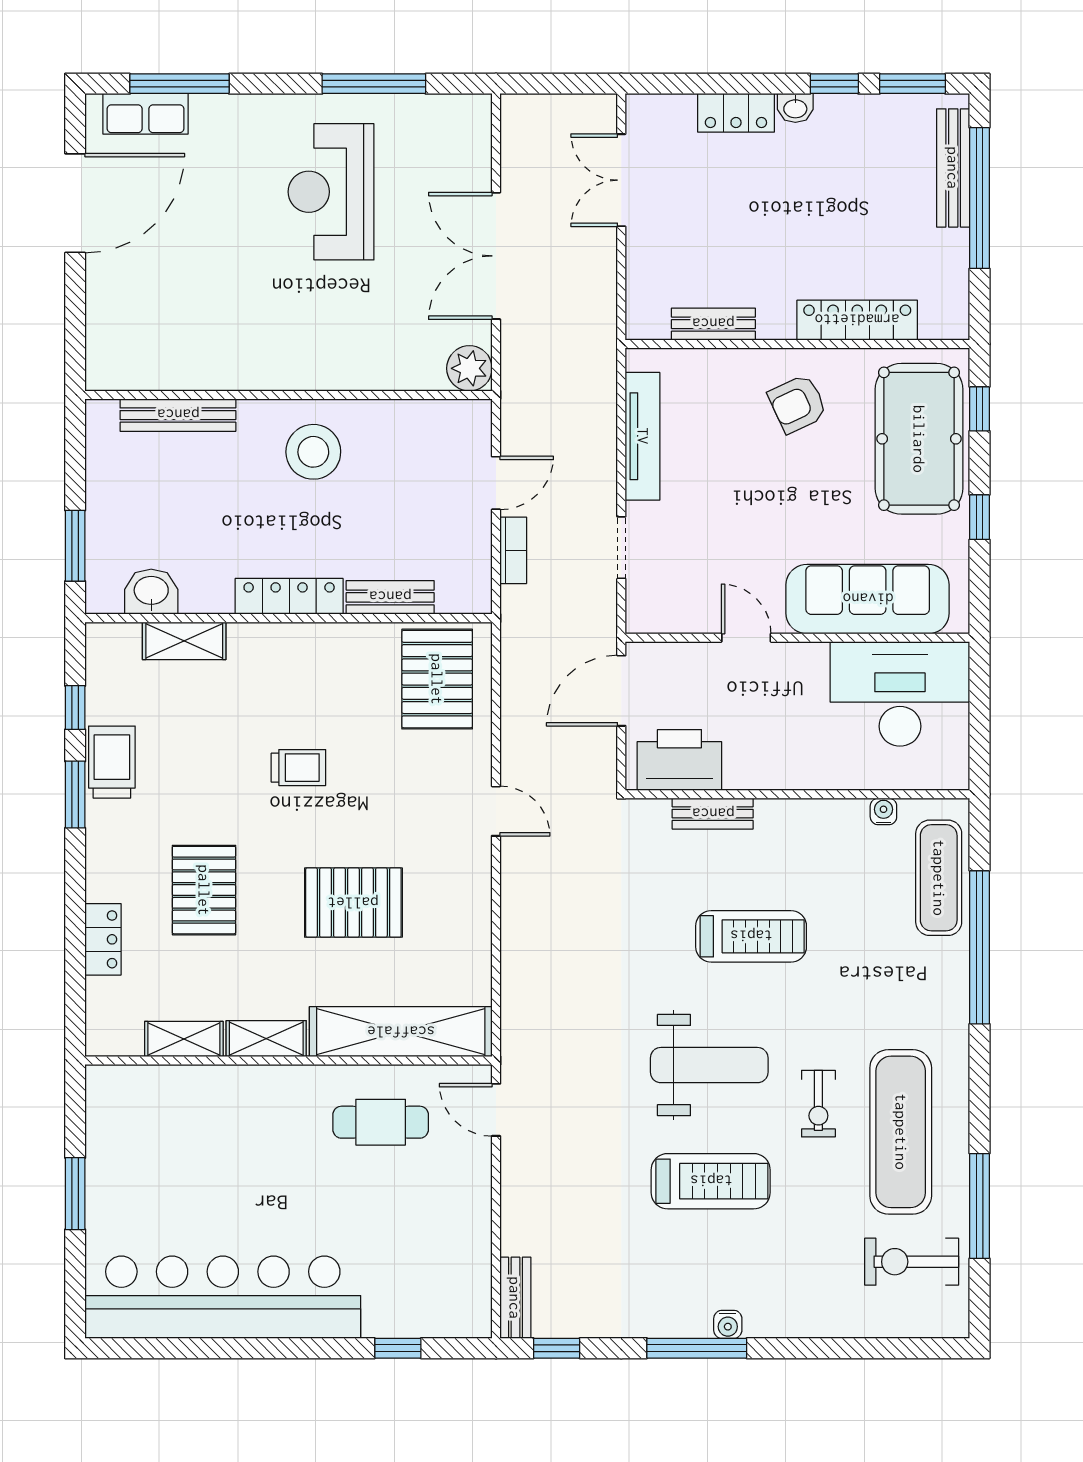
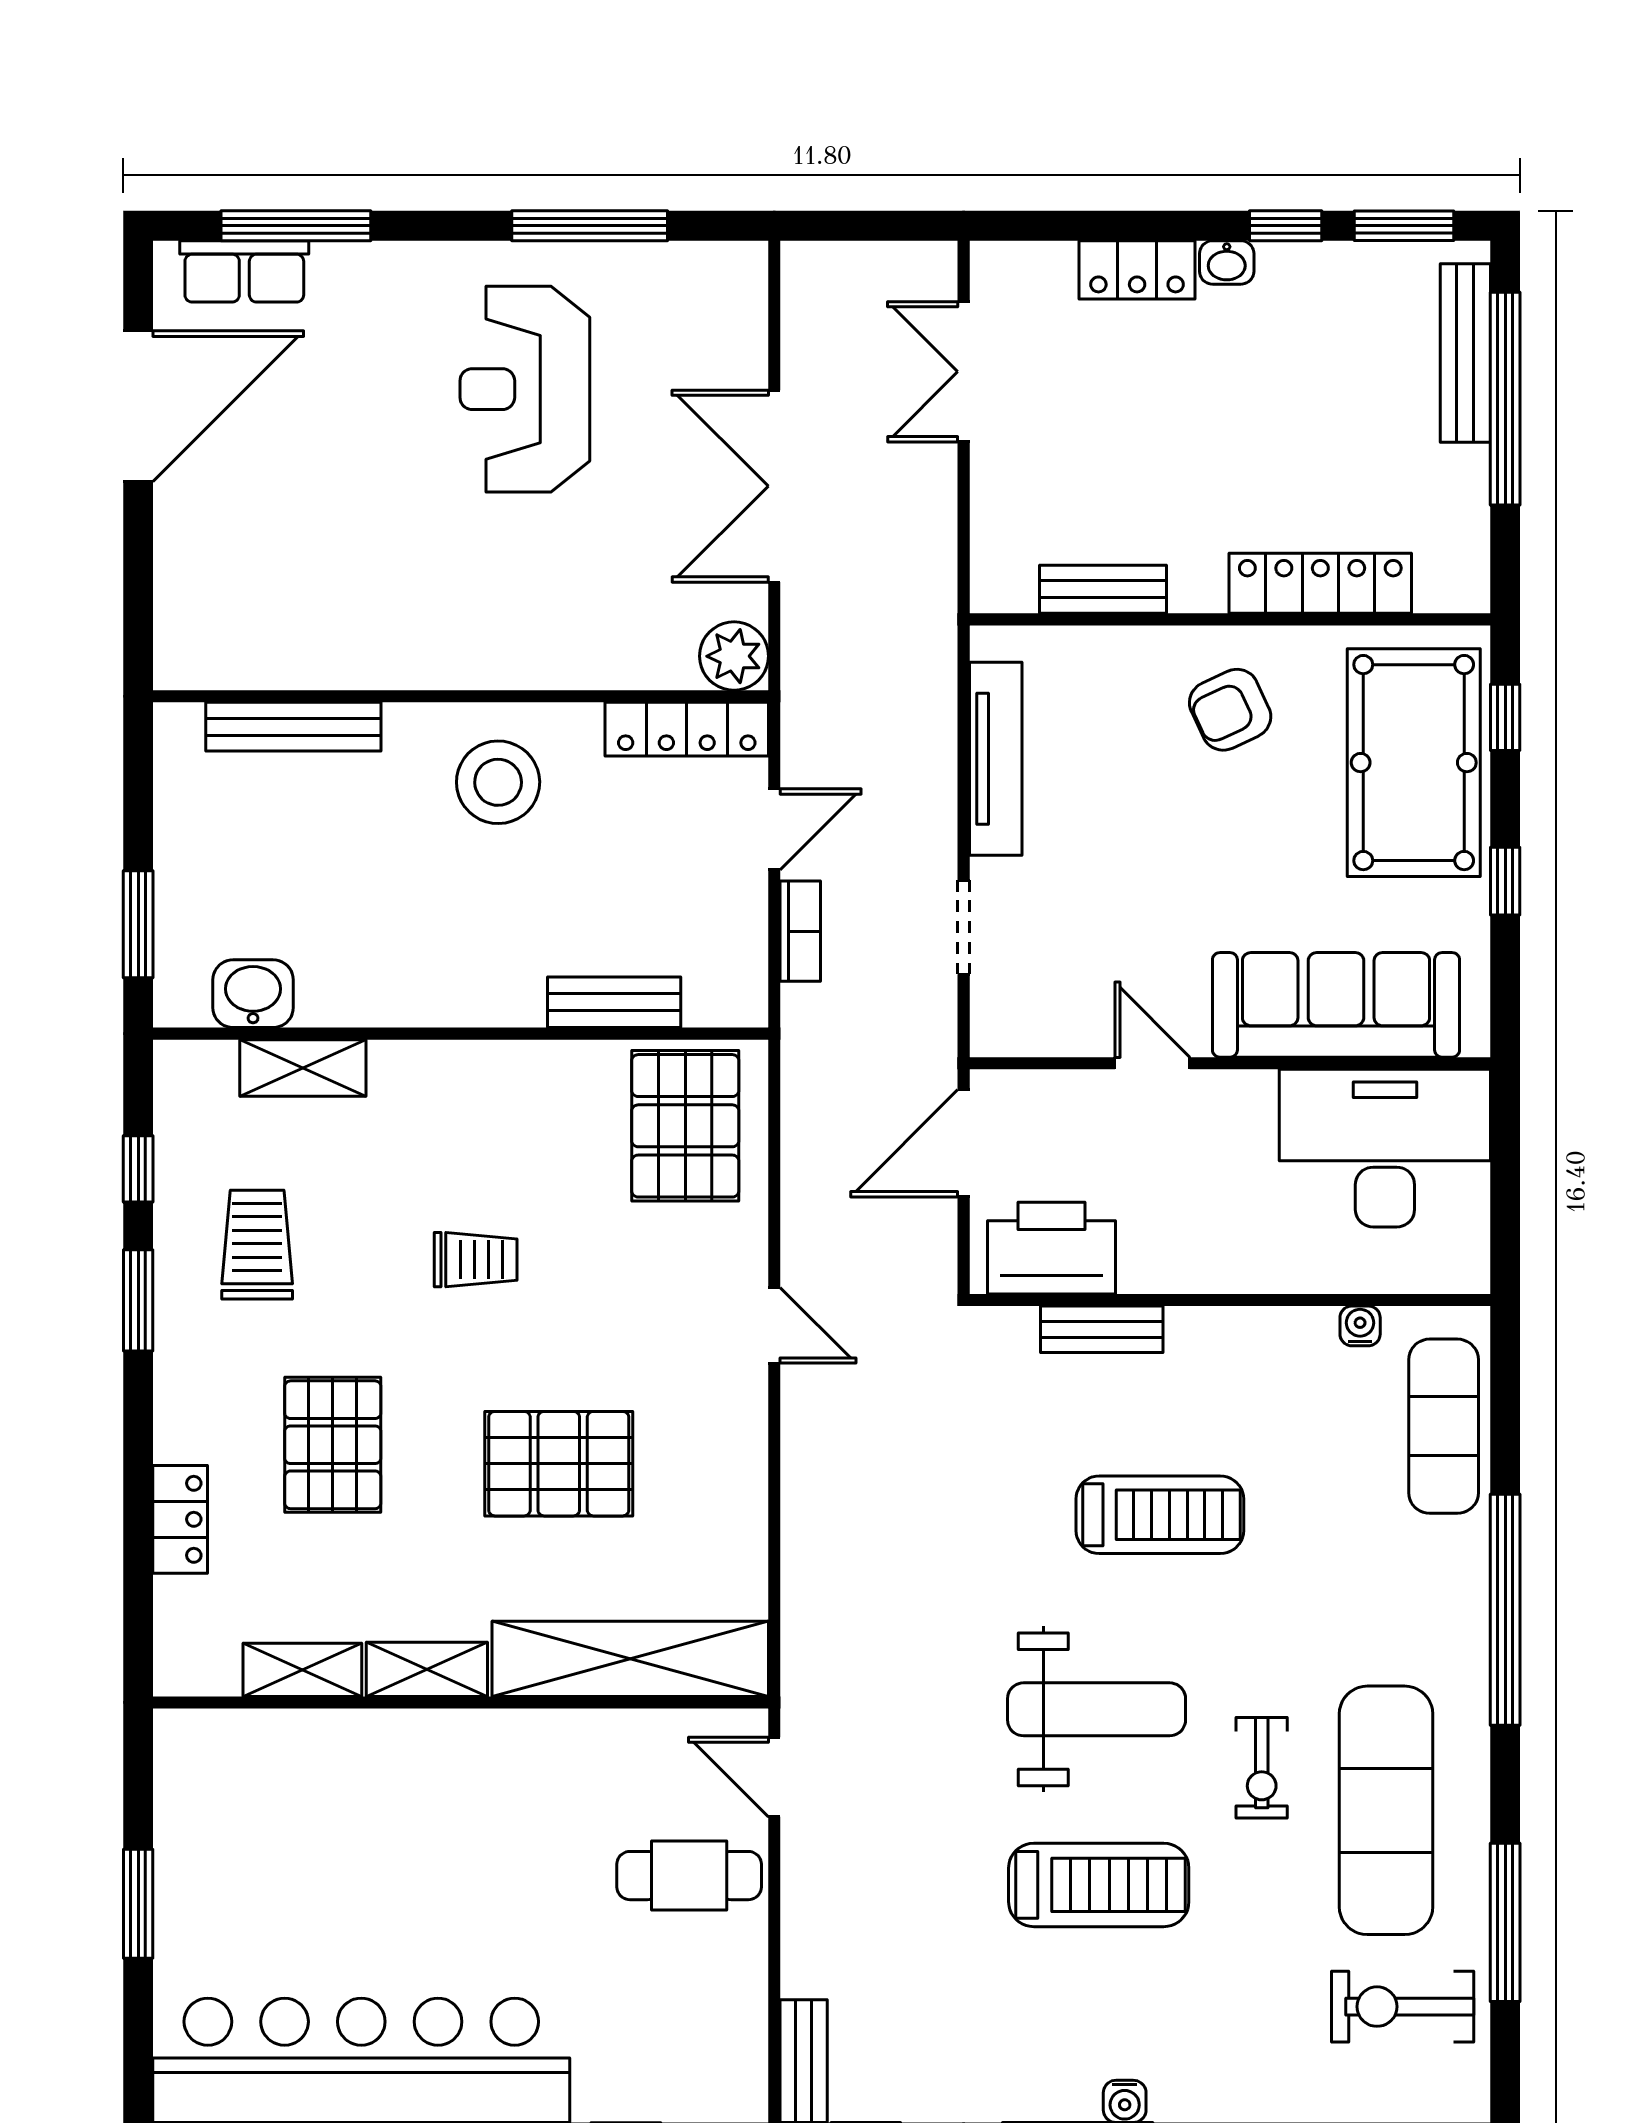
locker: (289, 596) -> (687, 729), moved, turned 180
trolley: (112, 762) -> (257, 1245), moved
window: (980, 947) -> (1505, 1610), moved
cafe table: (381, 1122) -> (689, 1876), moved

